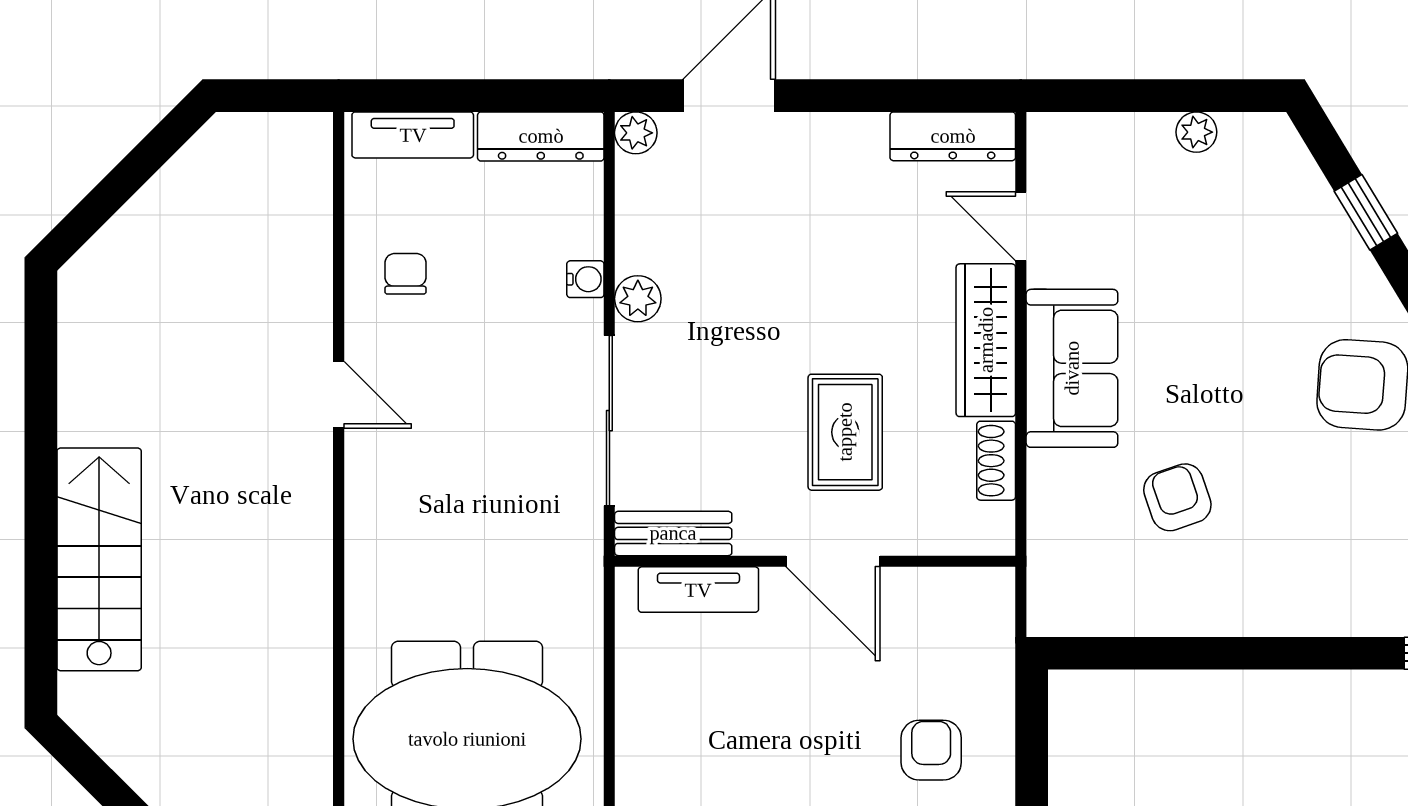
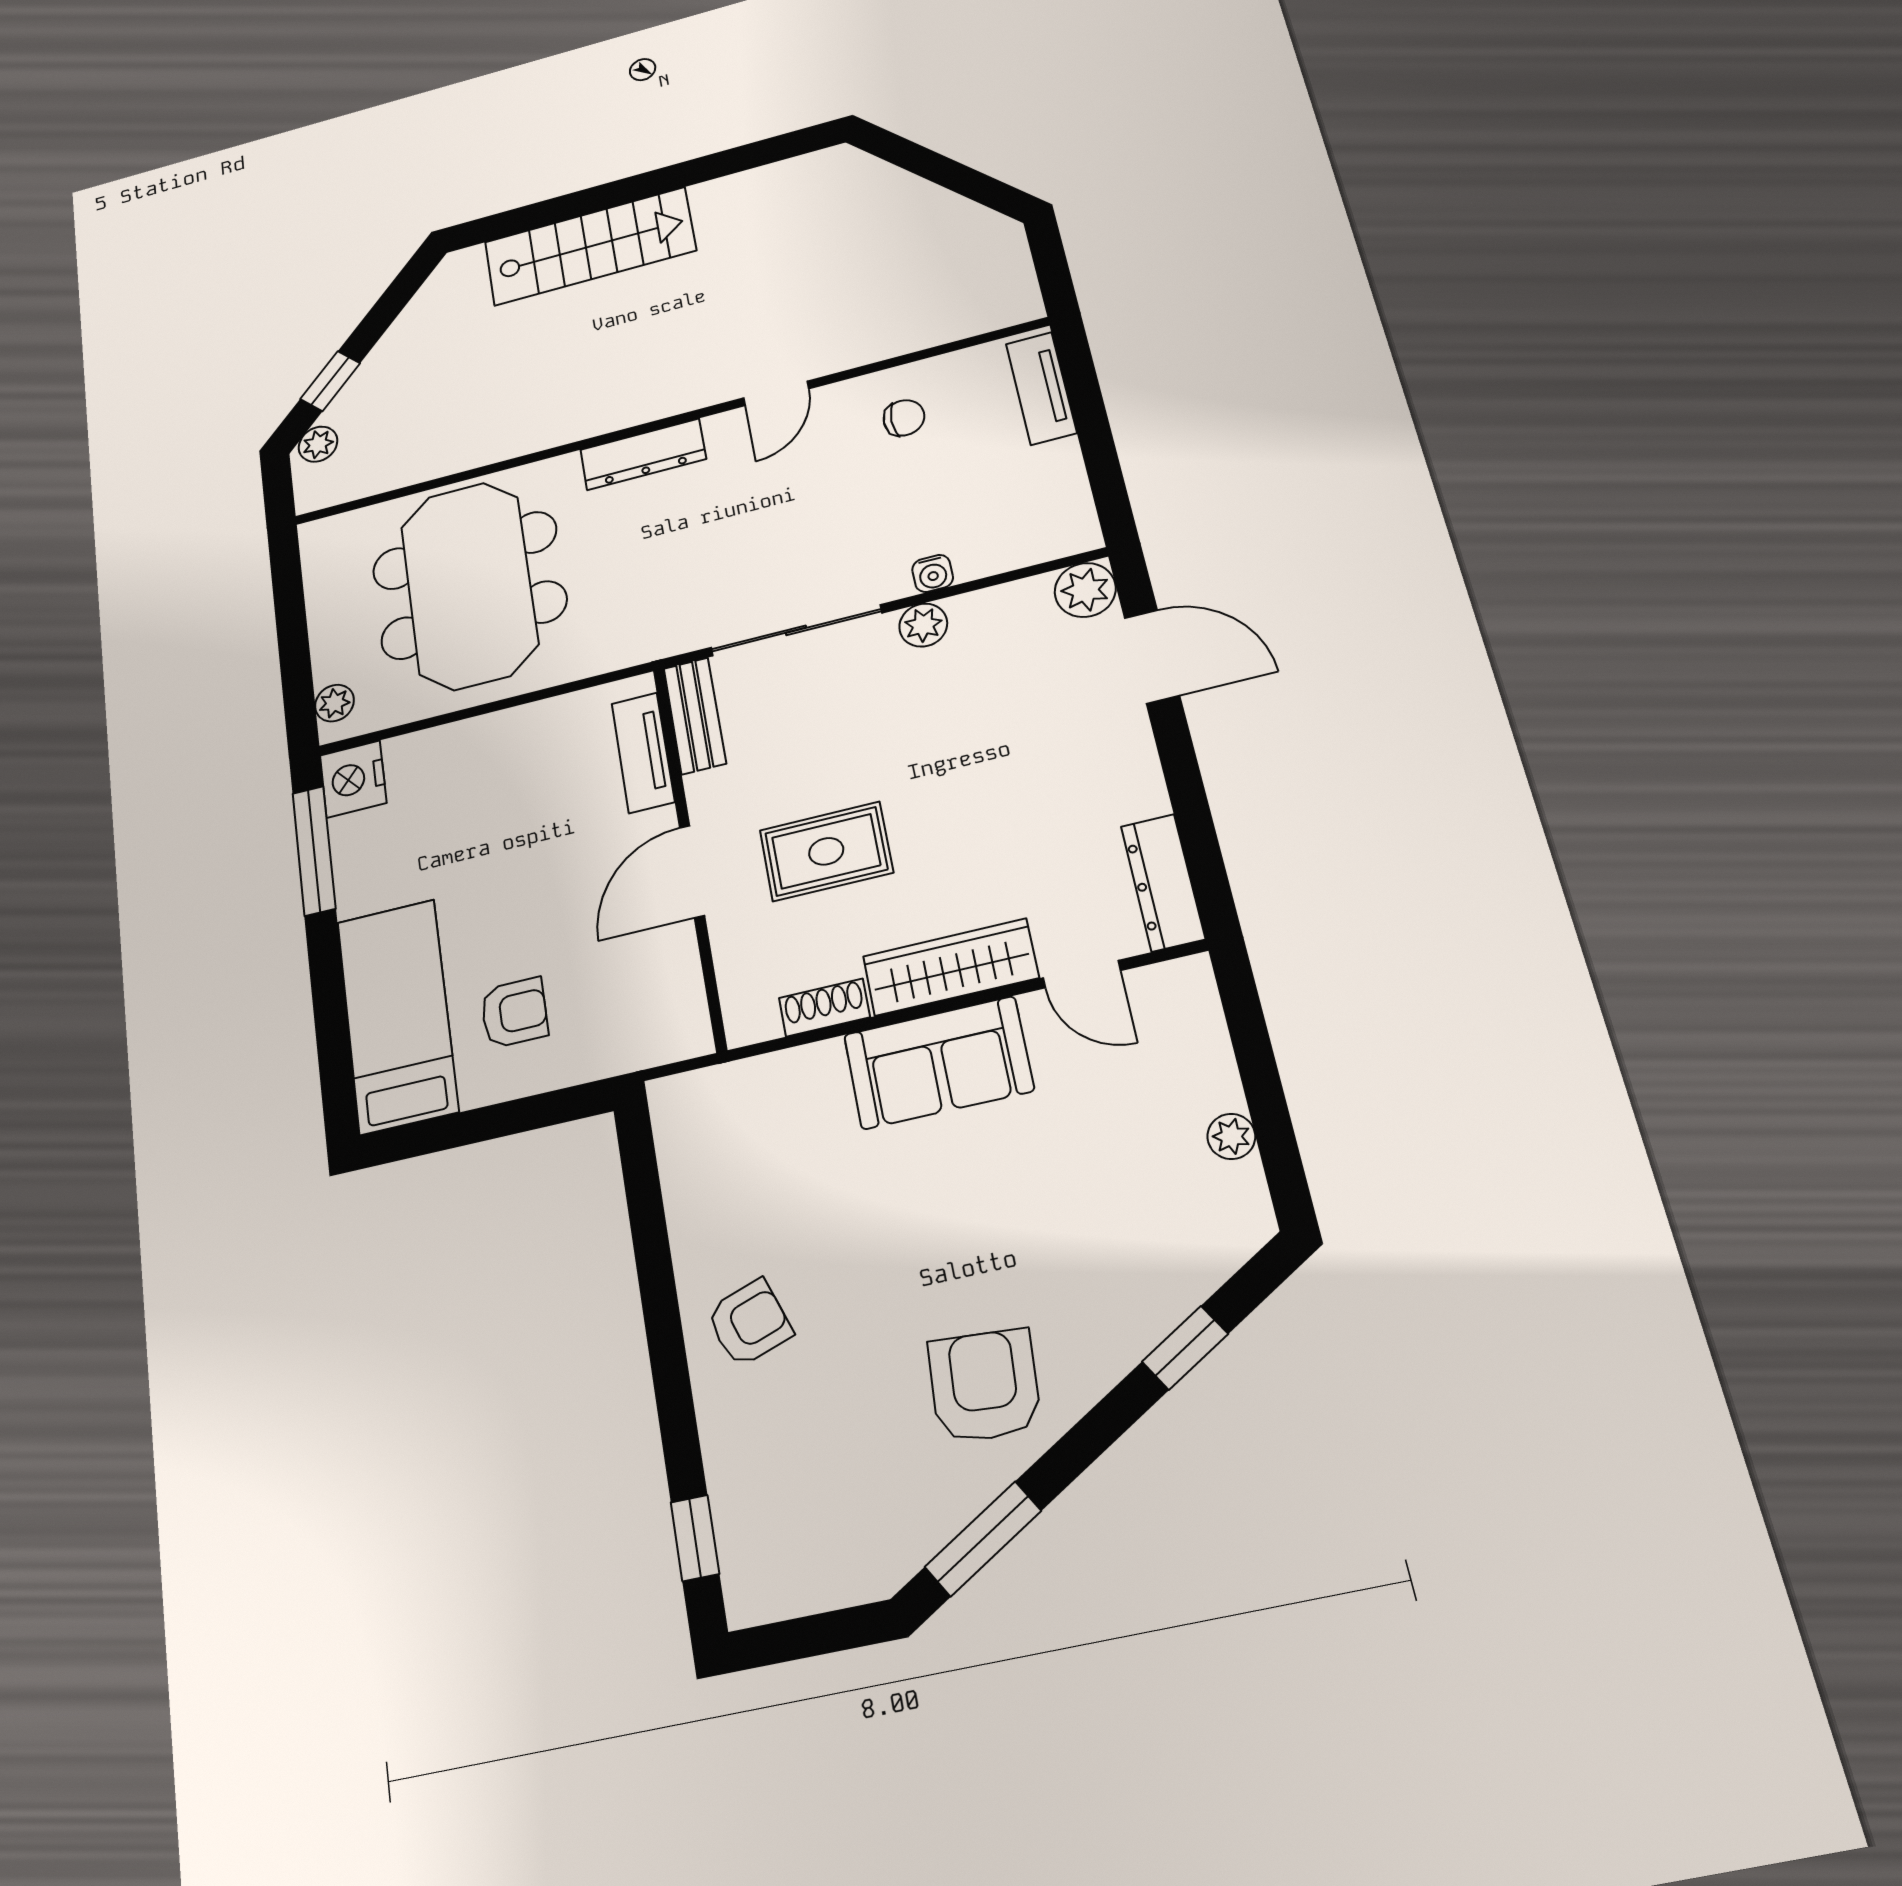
plant: (636, 133) -> (1085, 590), width x1.38, depth x1.38
dresser: (541, 136) -> (643, 454), moved, turned -90
door: (1021, 226) -> (1082, 974), swing flipped
armchair: (1177, 497) -> (749, 1323), moved

